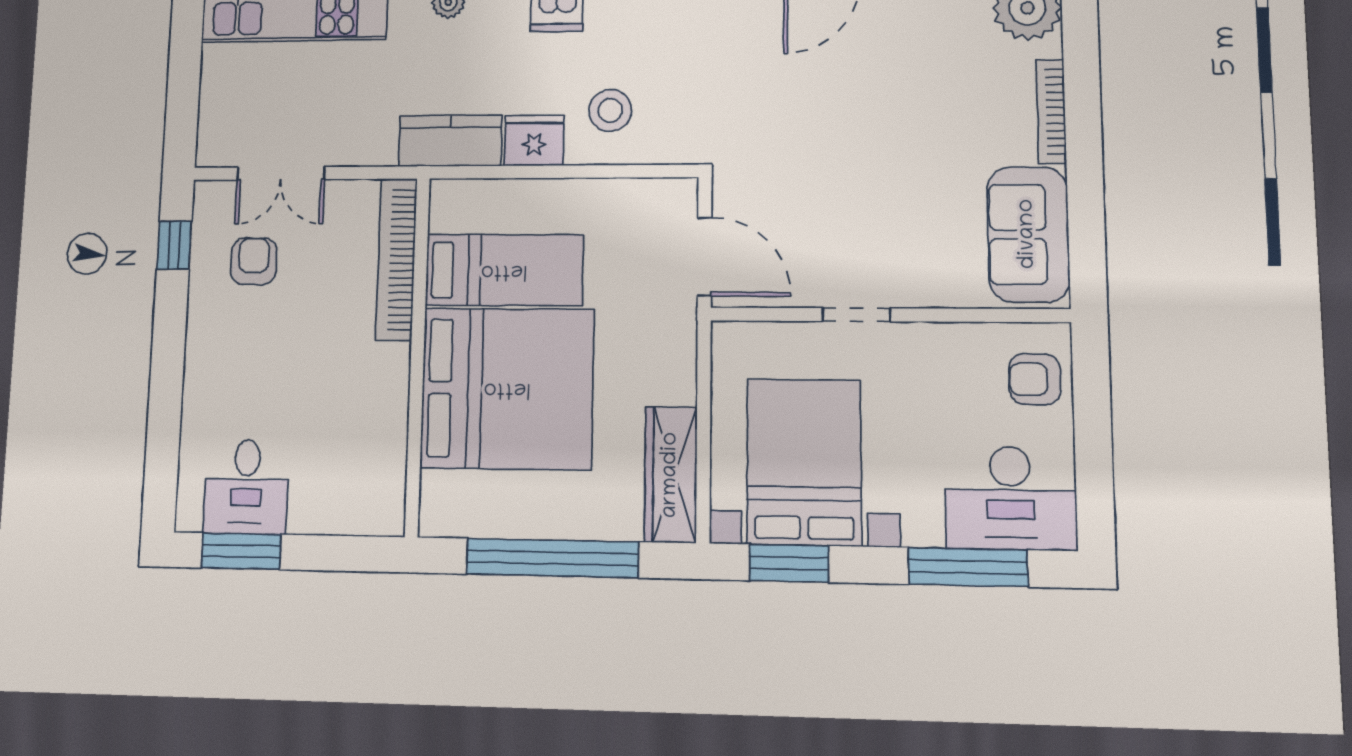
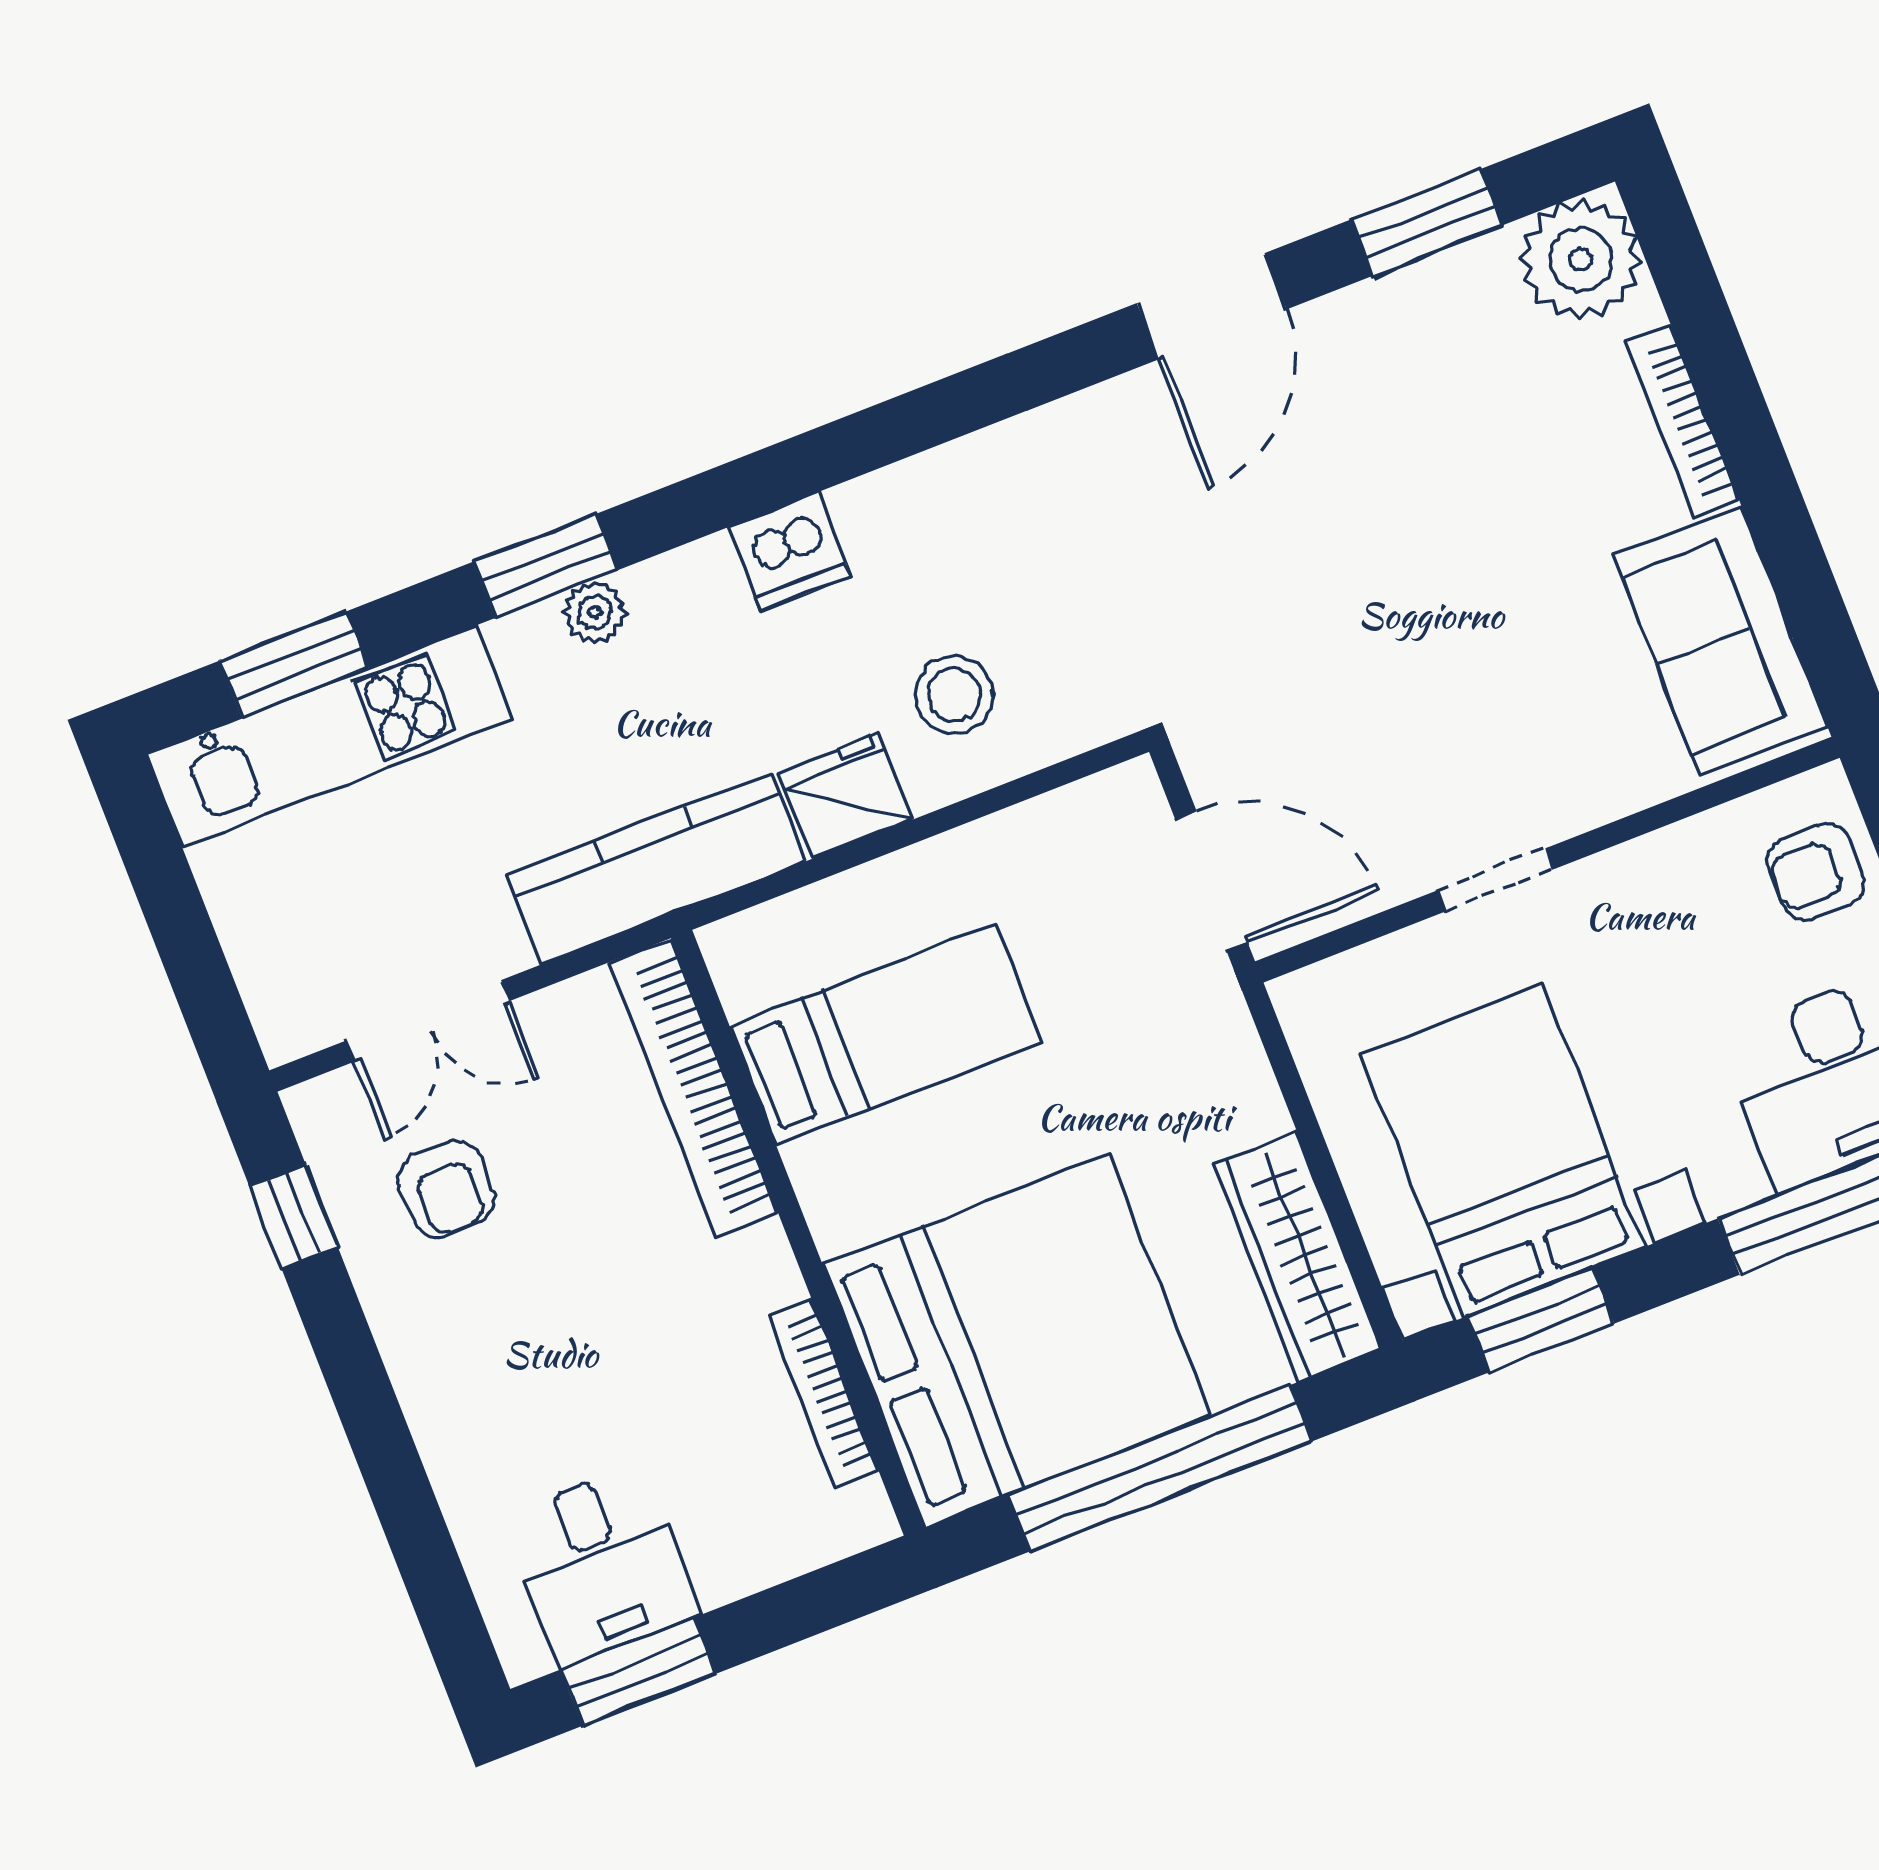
kitchen counter: (450, 141) -> (657, 869), width x1.50
armchair: (254, 261) -> (447, 1189), turned 180
bed: (507, 388) -> (1017, 1340), moved
bookcase: (395, 444) -> (823, 1393), added

